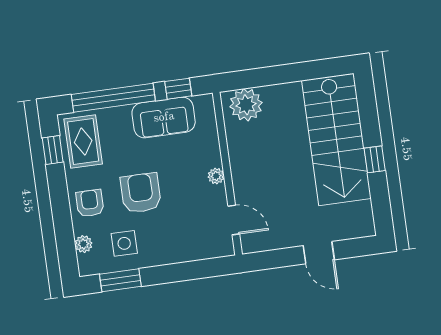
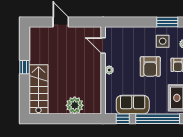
plant: (246, 105) -> (75, 105), moved
stairs: (336, 140) -> (38, 89), width x0.73, depth x0.66

